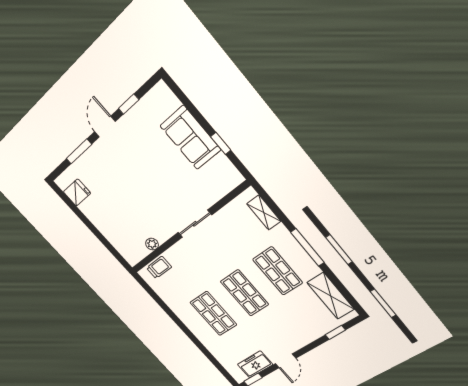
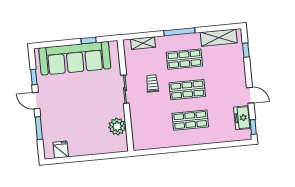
sofa: (190, 138) -> (75, 58), width x1.85, depth x1.27
plant: (152, 244) -> (117, 126), width x1.87, depth x1.87
trolley: (159, 267) -> (152, 83), moved

